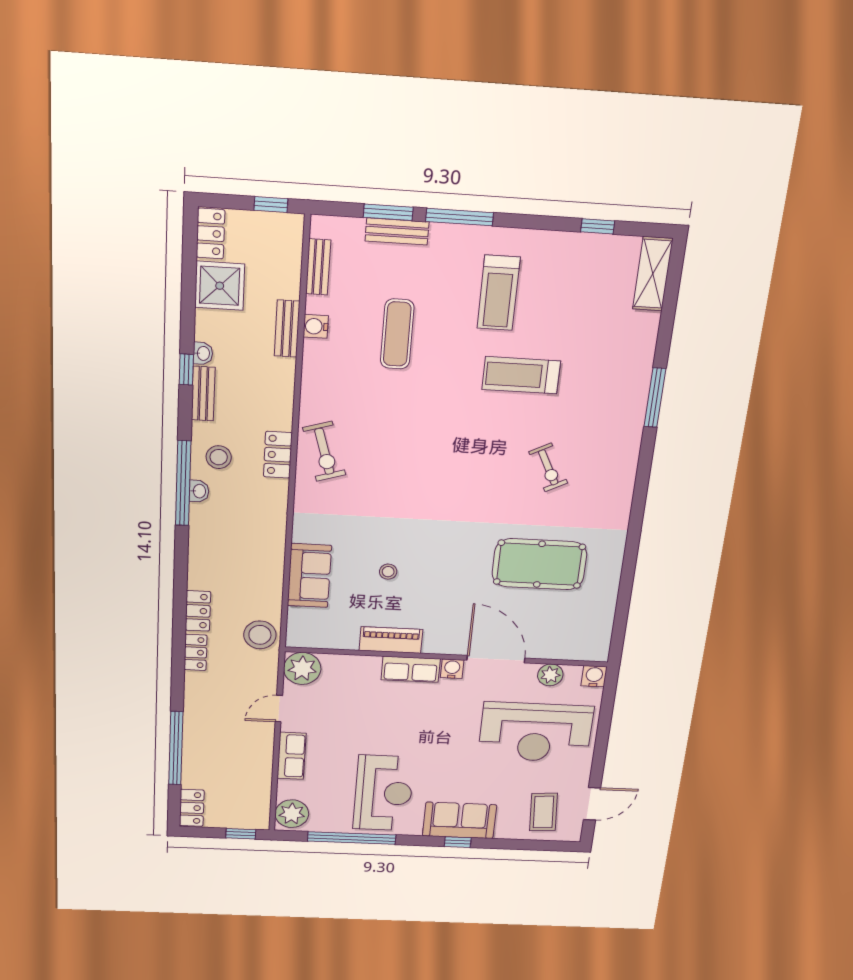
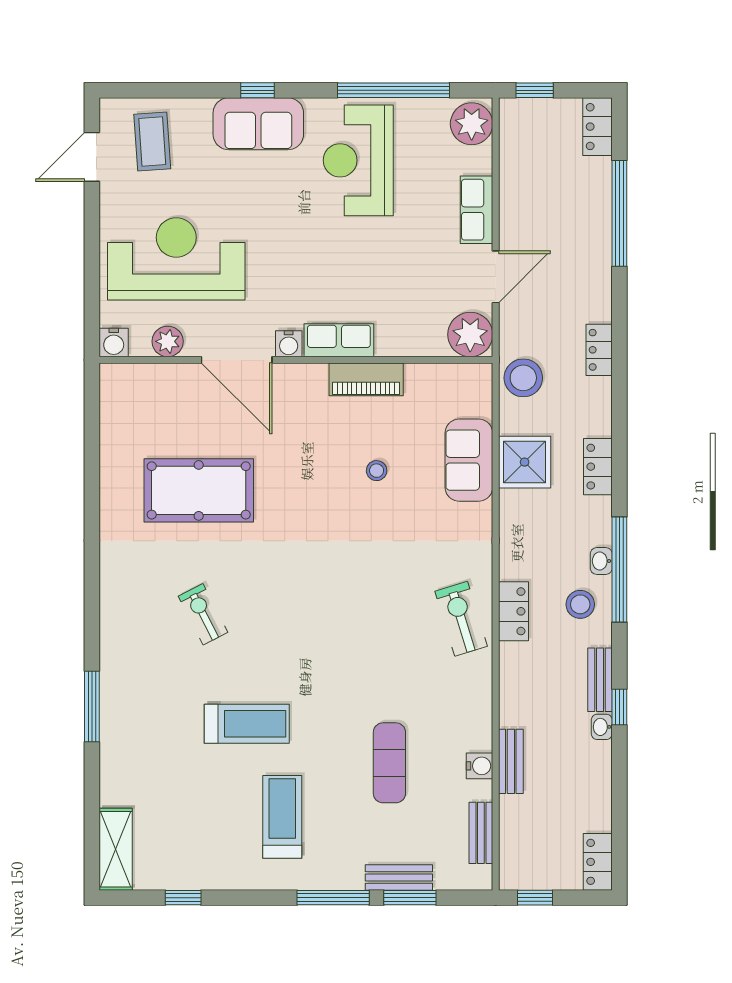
shower: (220, 286) -> (525, 462), moved
locker: (198, 611) -> (598, 467), moved
door: (279, 709) -> (496, 277), width x1.38

